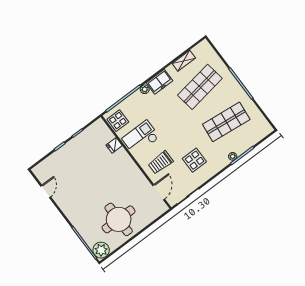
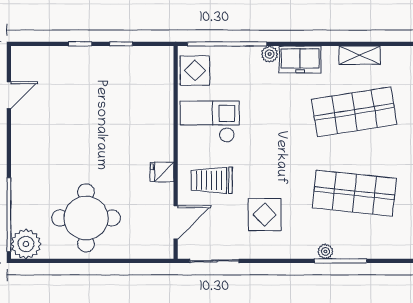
fridge: (114, 145) -> (162, 172), moved

